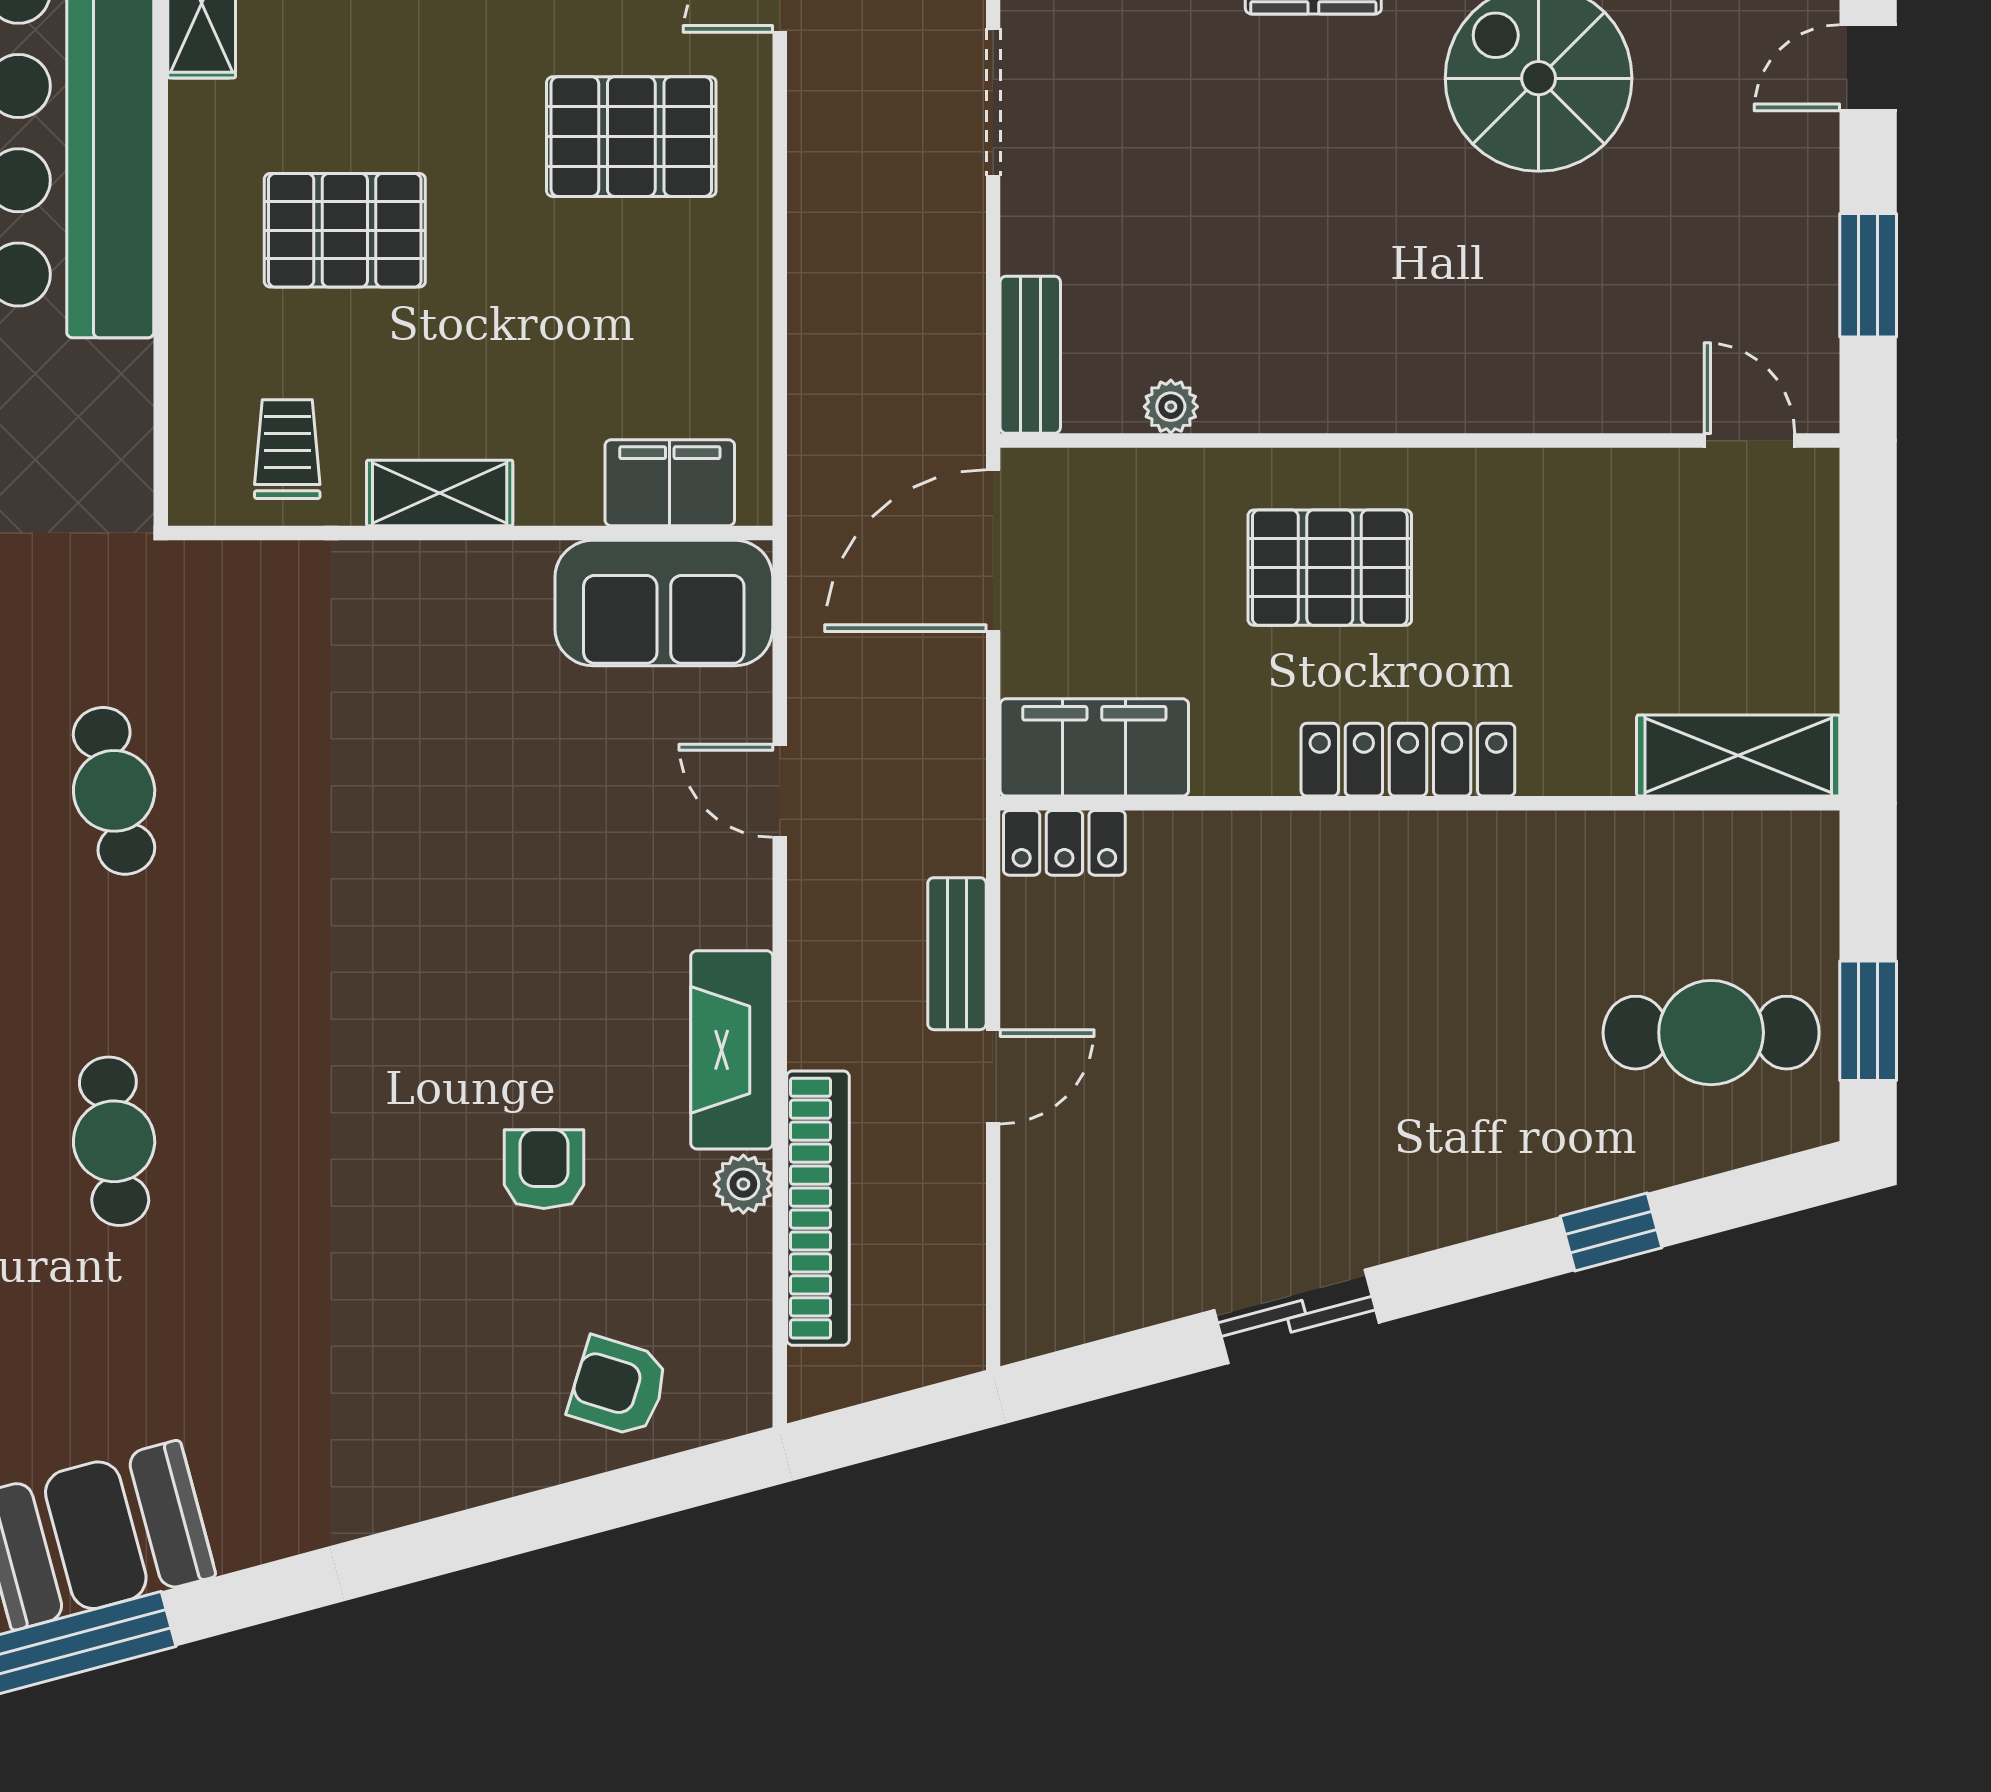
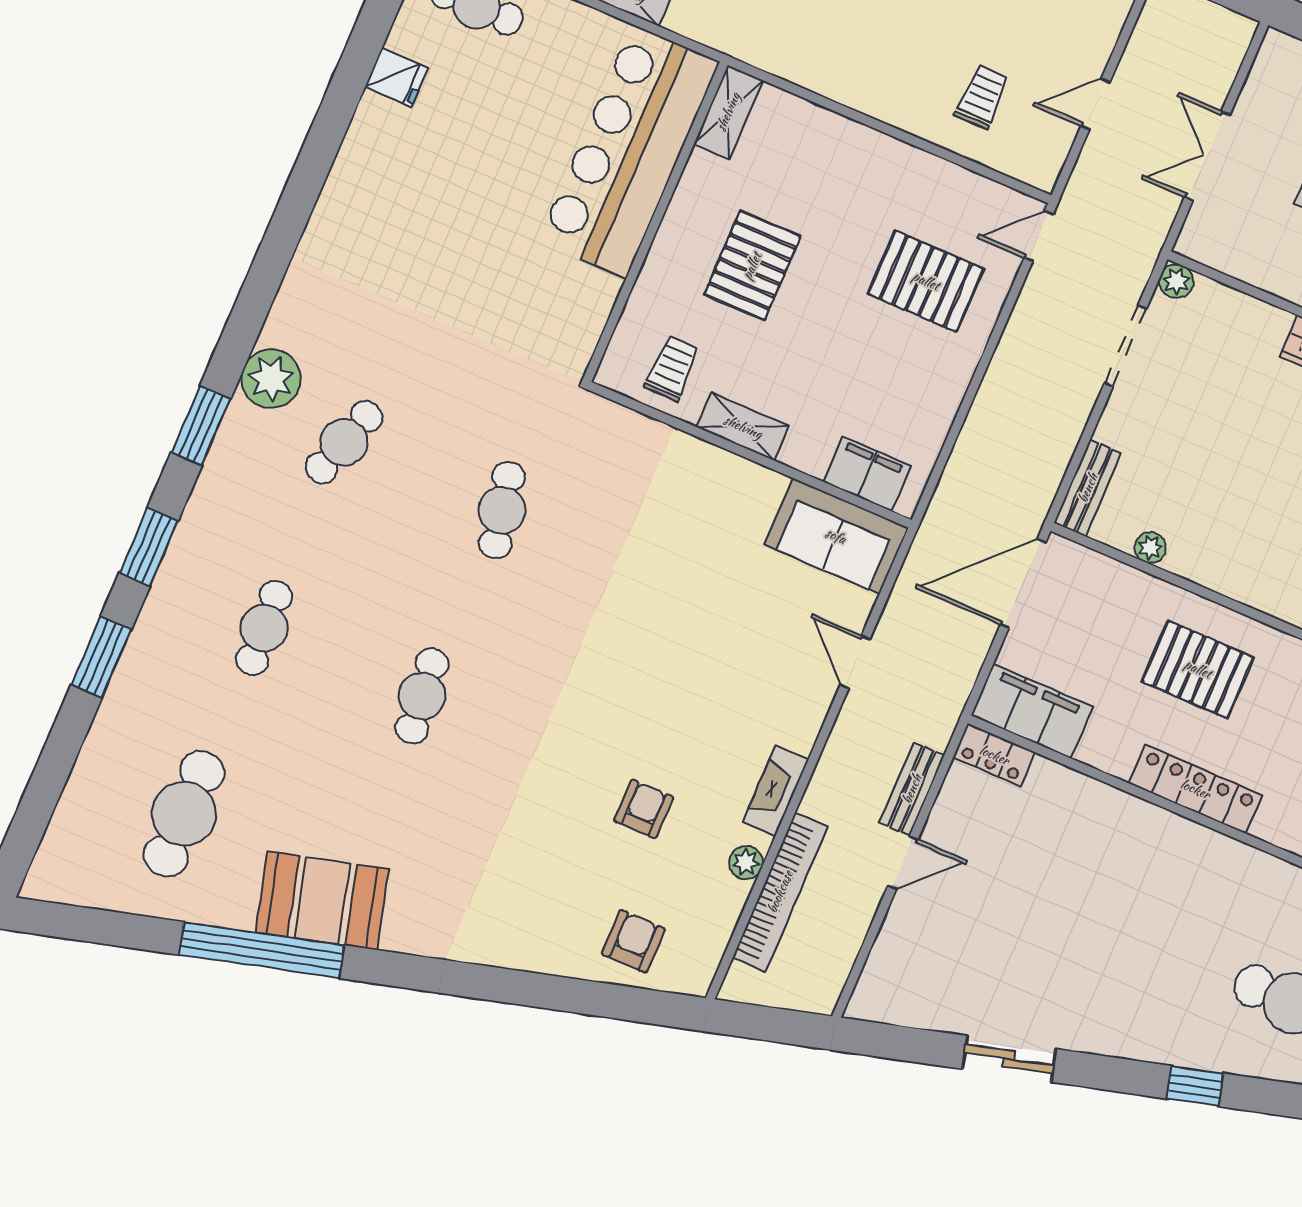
pallet: (345, 230) -> (752, 266), turned 90
fireplace: (732, 1050) -> (776, 791), width x0.73, depth x0.76
armchair: (618, 1387) -> (633, 941), turned 73

